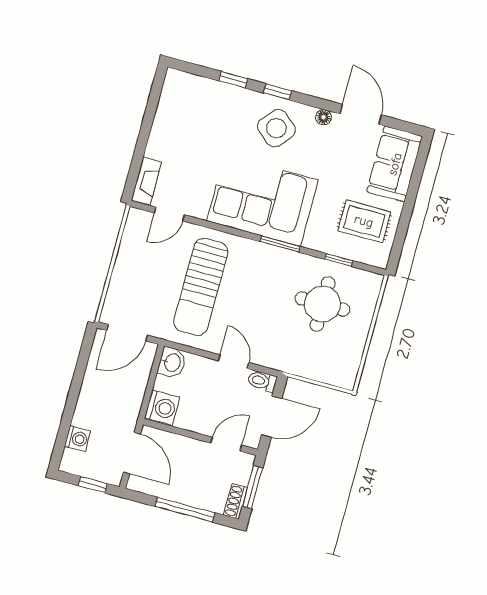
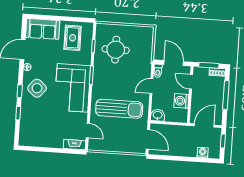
washing machine: (162, 408) -> (181, 101), moved, turned -90

